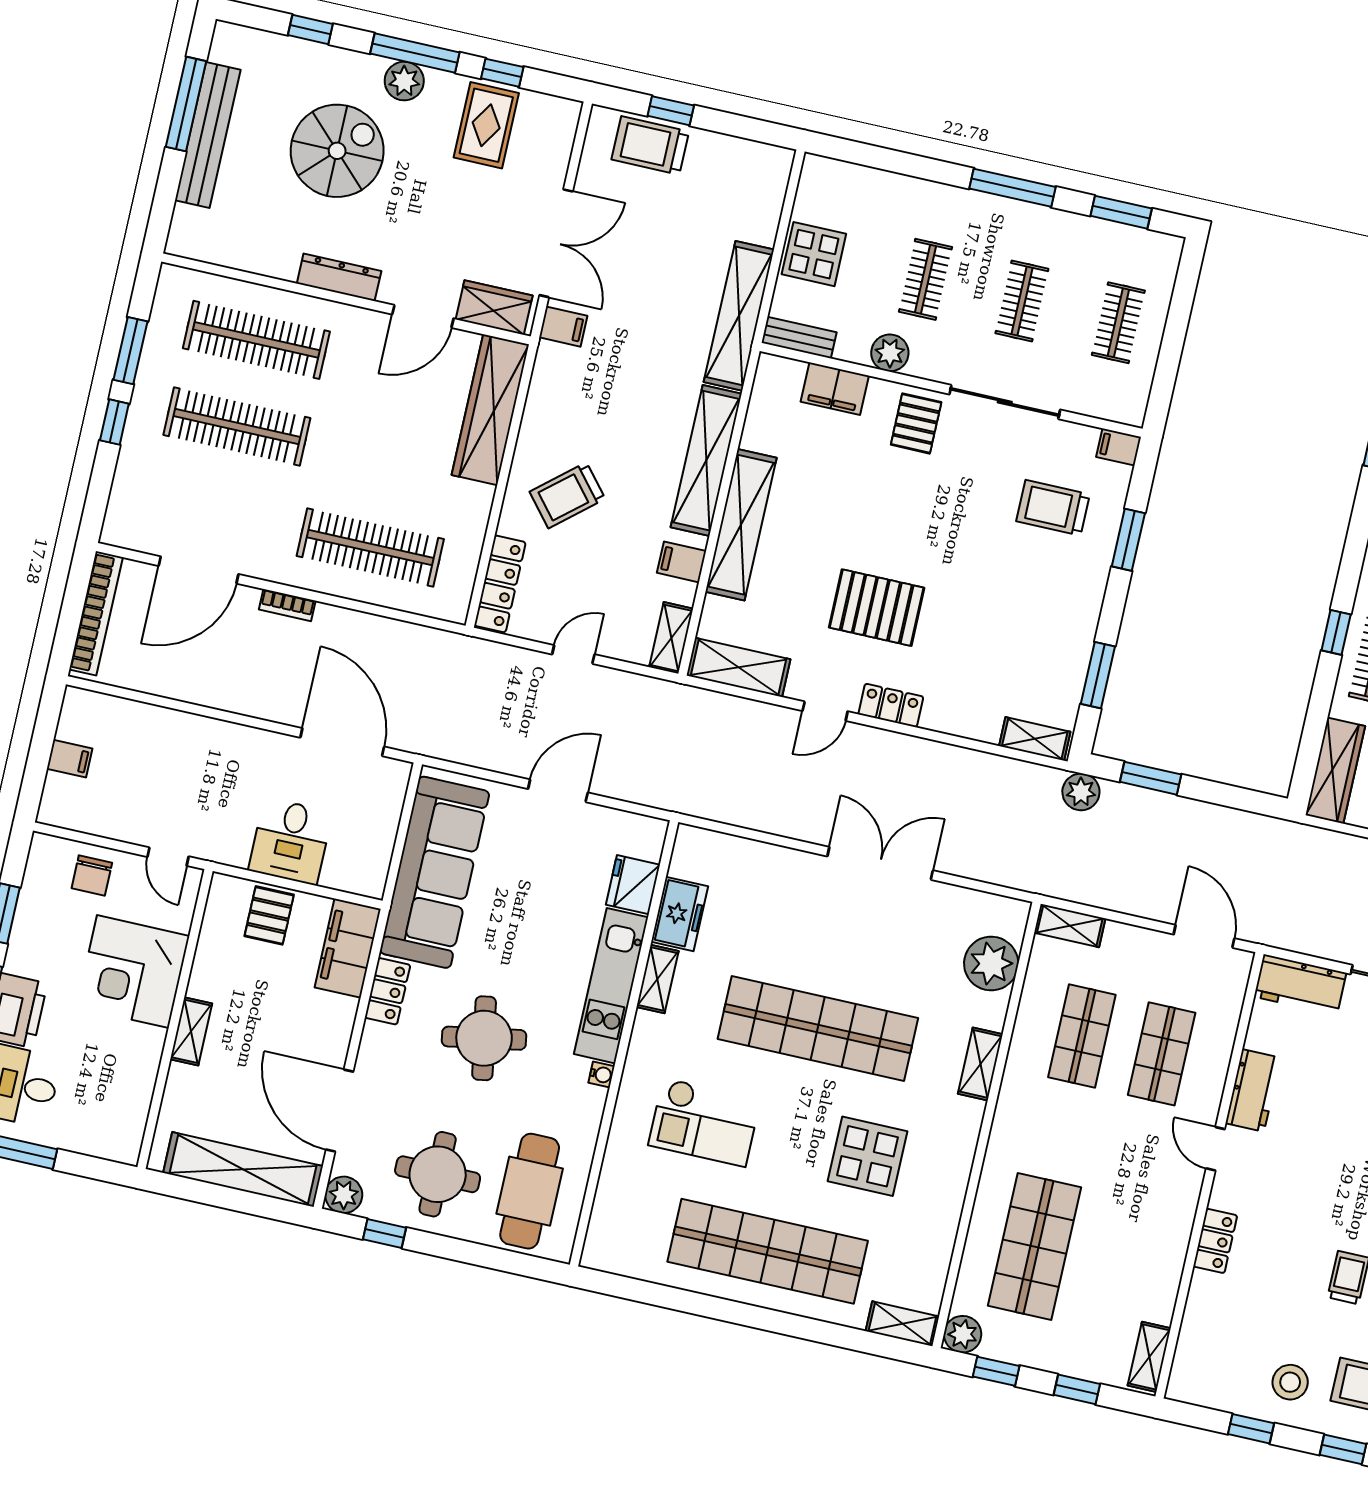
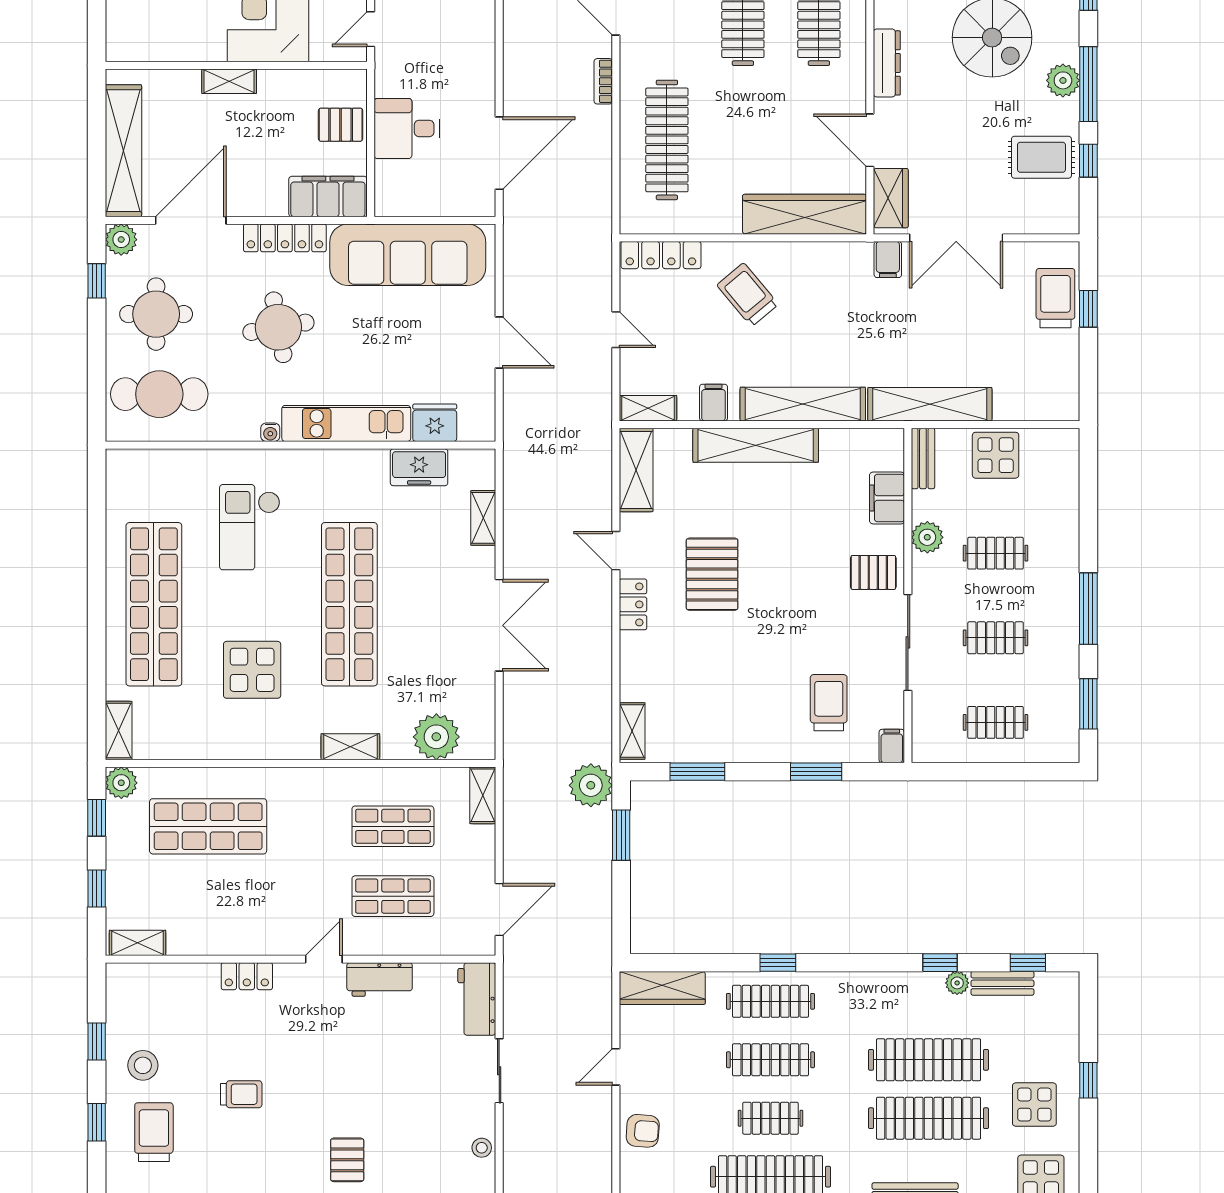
plant: (1081, 792) -> (591, 785), width x1.36, depth x1.36
shelving: (657, 979) -> (483, 518), moved, turned 90
locker: (388, 991) -> (285, 238), width x1.53

